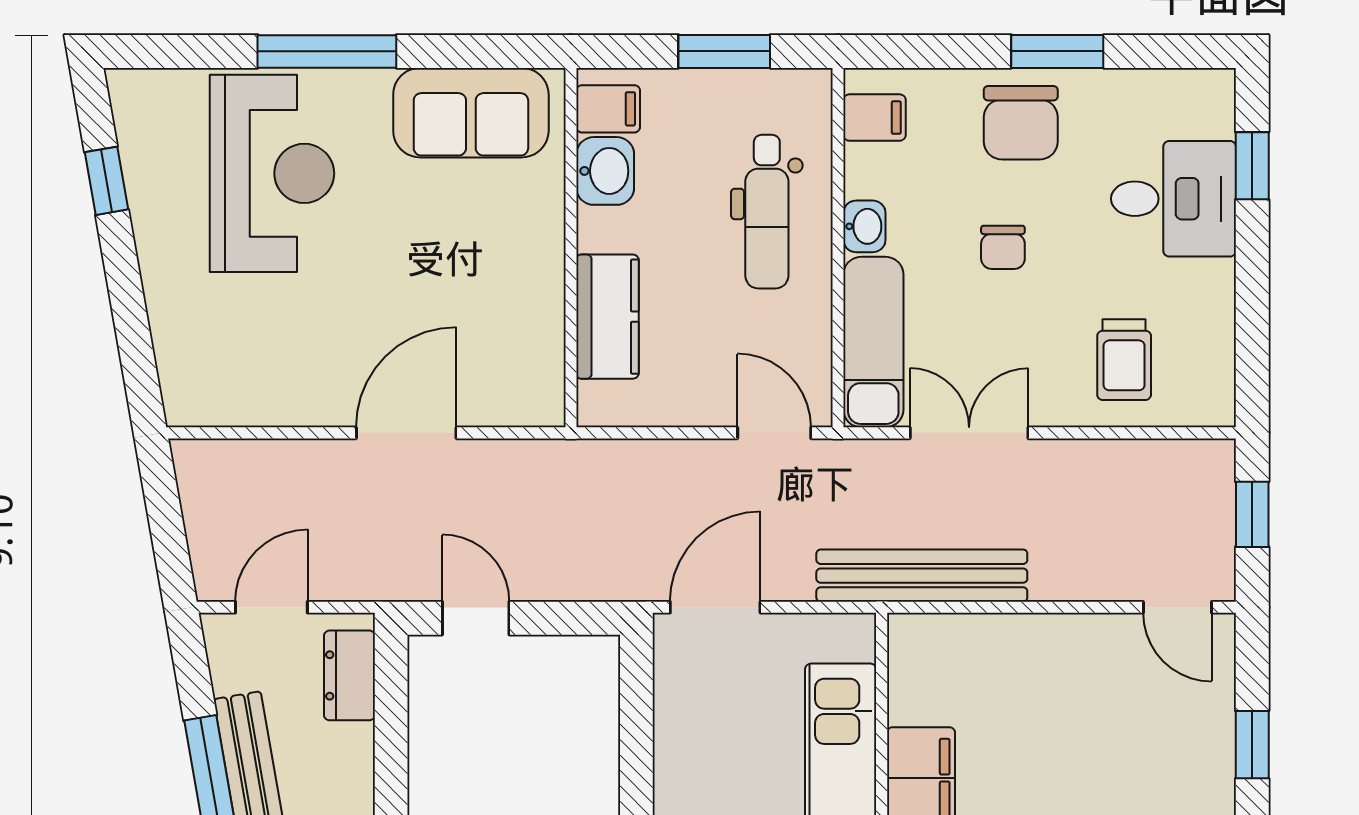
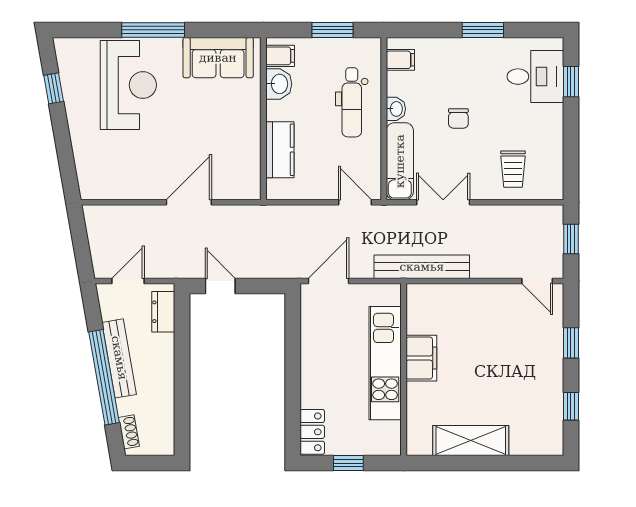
chair: (1021, 123) -> (466, 62), removed
desk: (1173, 199) -> (535, 77), moved

